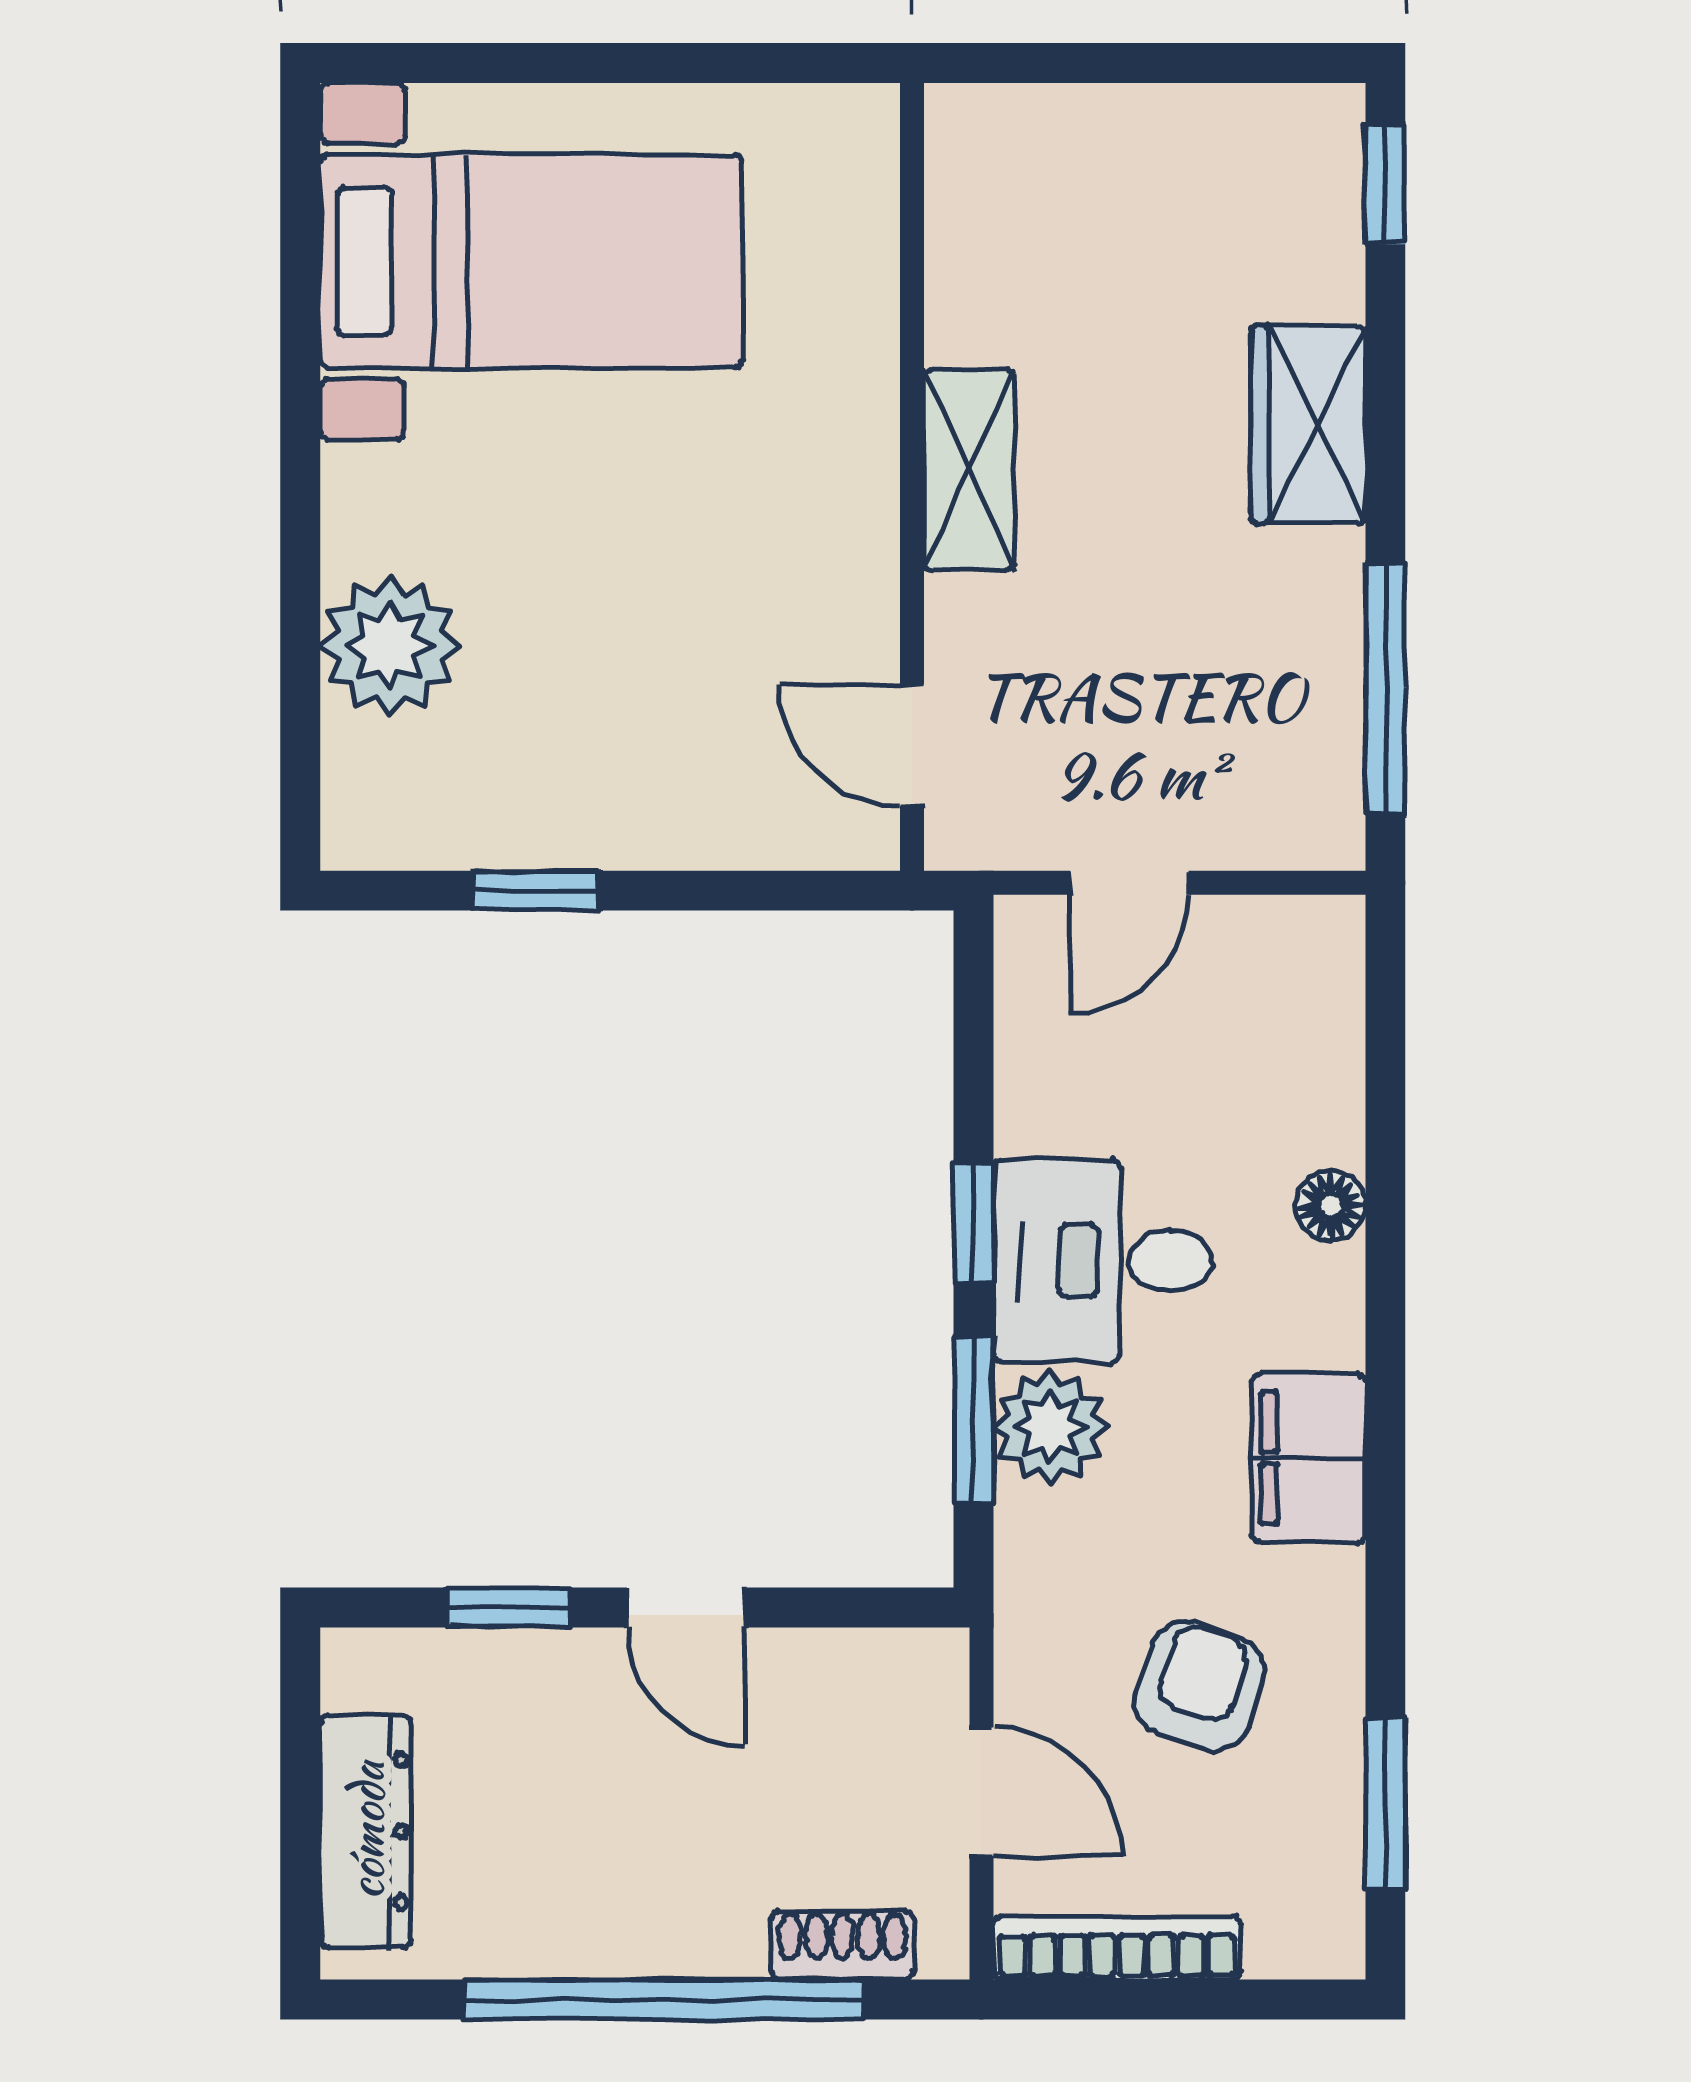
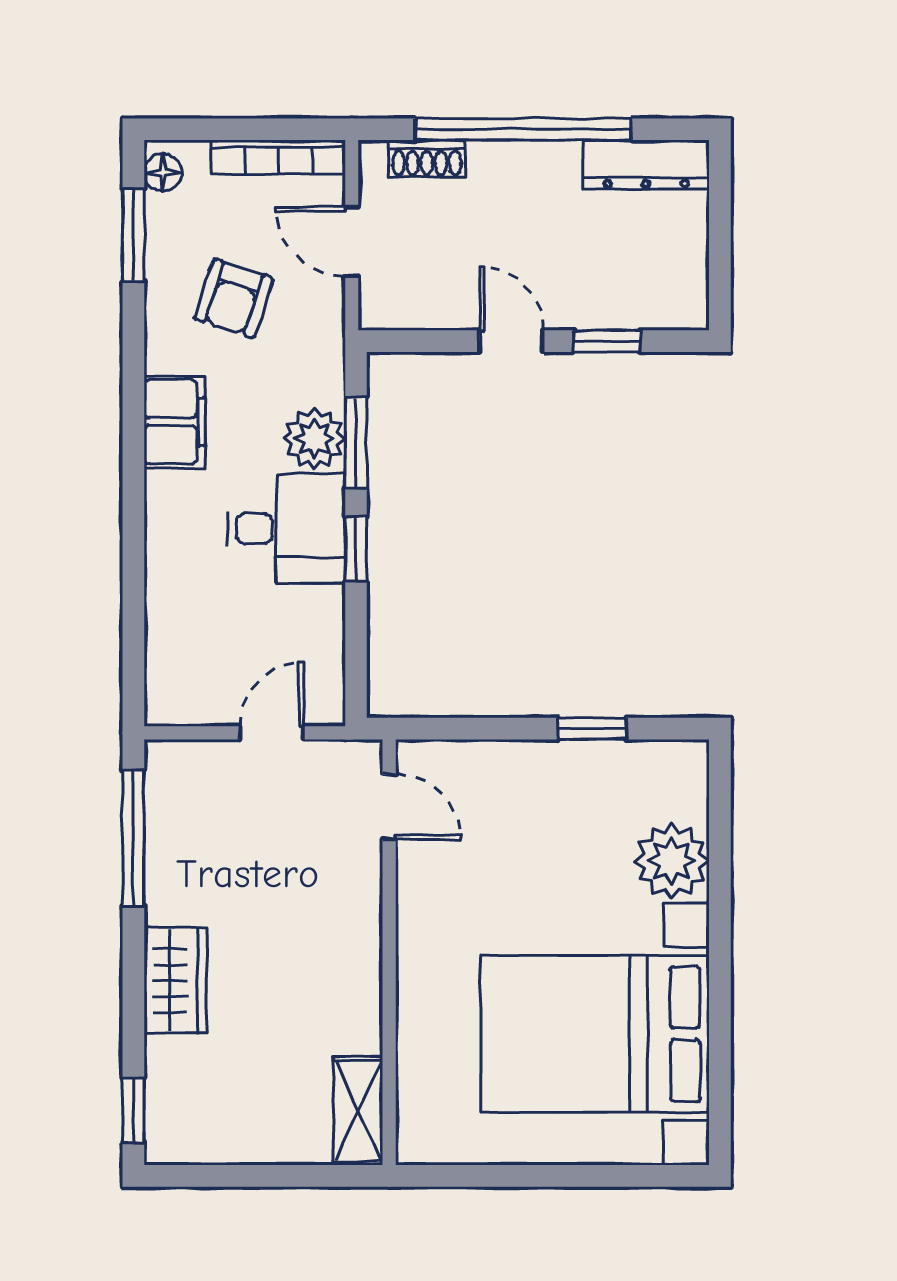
bed with nightstands: (531, 261) -> (595, 1034), width x1.36
shelving: (969, 470) -> (358, 1111), moved
floor lamp: (1331, 1206) -> (163, 173), moved
dresser: (366, 1831) -> (646, 165), moved, turned -90

